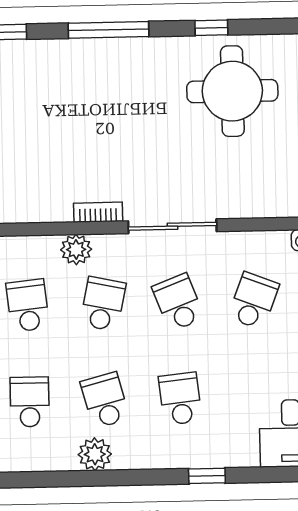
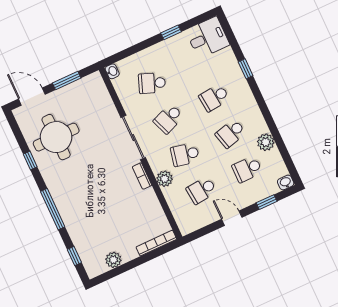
plant: (95, 454) -> (266, 142), moved

